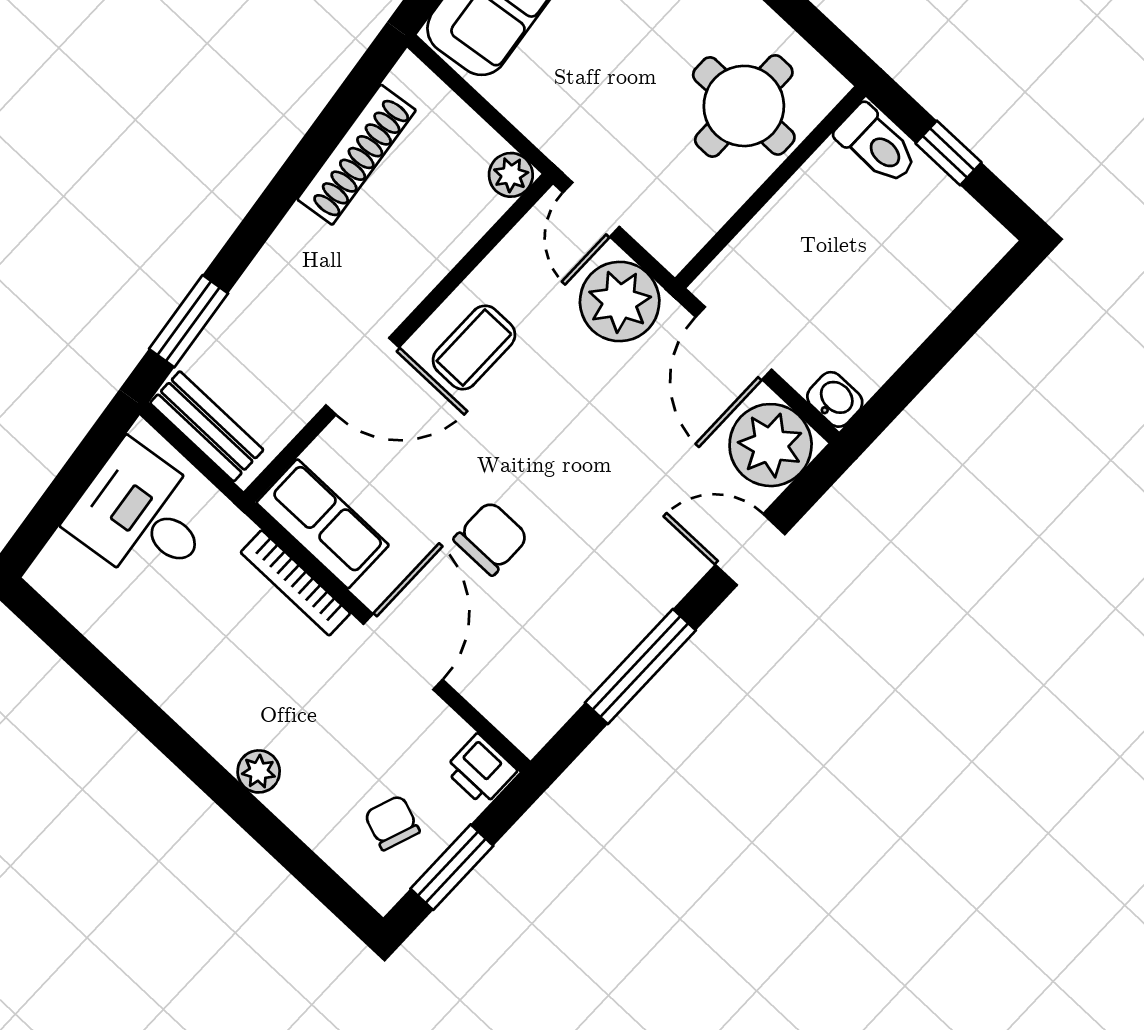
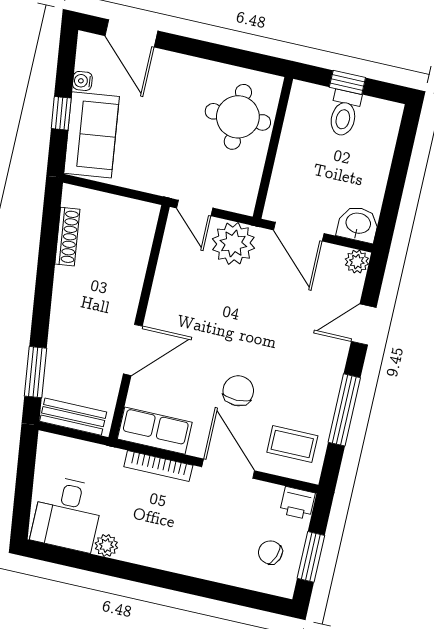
toilet: (877, 145) -> (344, 113), moved, turned 90
shoe rack: (357, 155) -> (67, 237), width x0.74, depth x0.81
plant: (511, 175) -> (147, 214), removed
coffee table: (474, 347) -> (292, 444), moved, turned 90
washbasin: (835, 399) -> (358, 224), width x1.38, depth x1.45
plant: (771, 445) -> (357, 262), width x0.53, depth x0.53
desk: (142, 516) -> (67, 514), moved, turned -83
plant: (259, 771) -> (106, 545), moved

